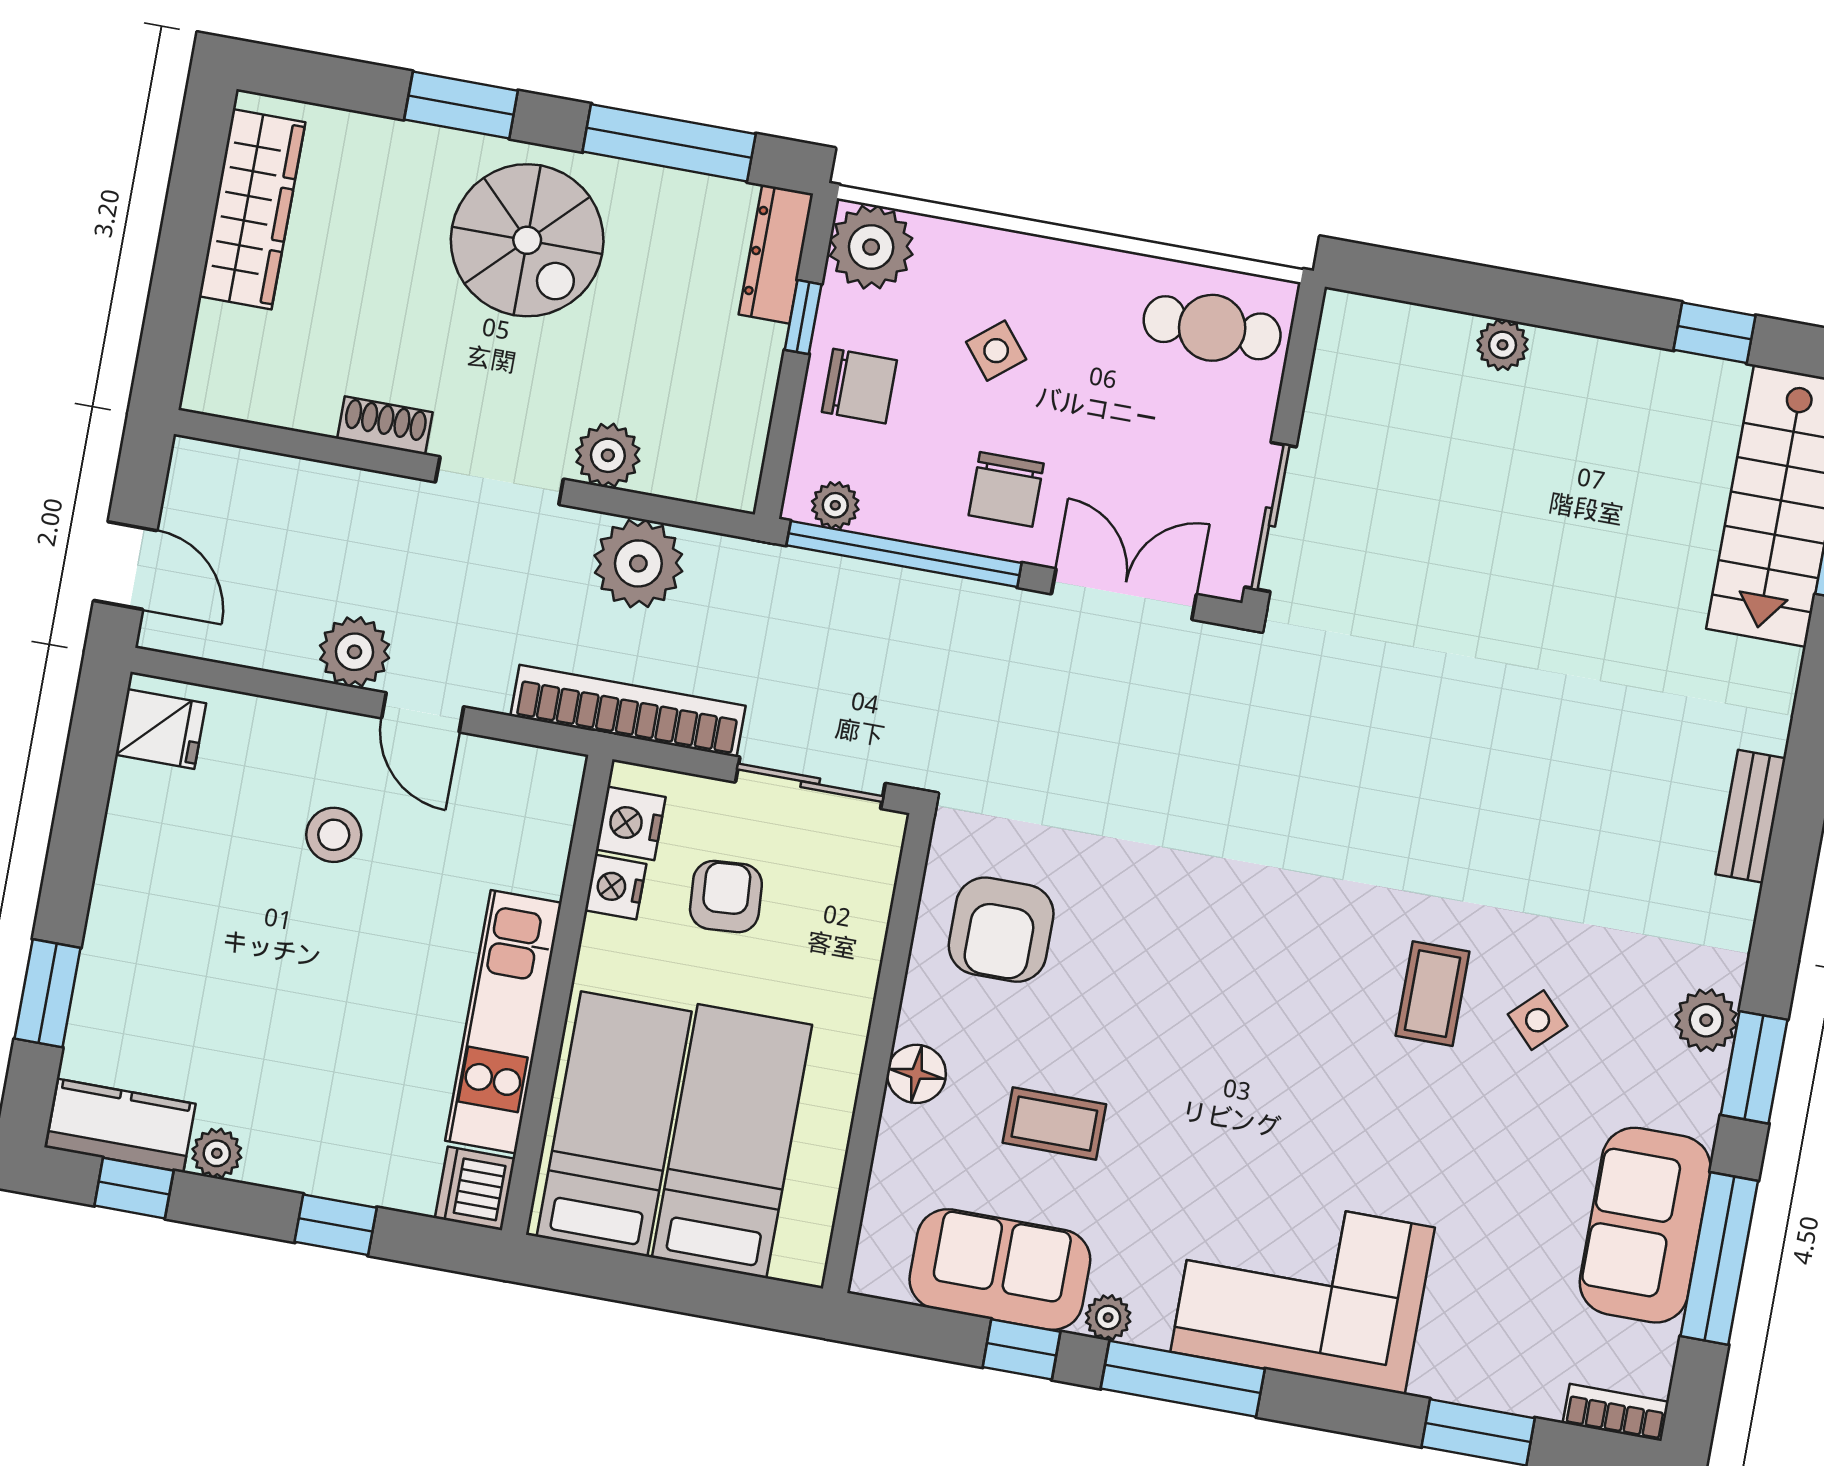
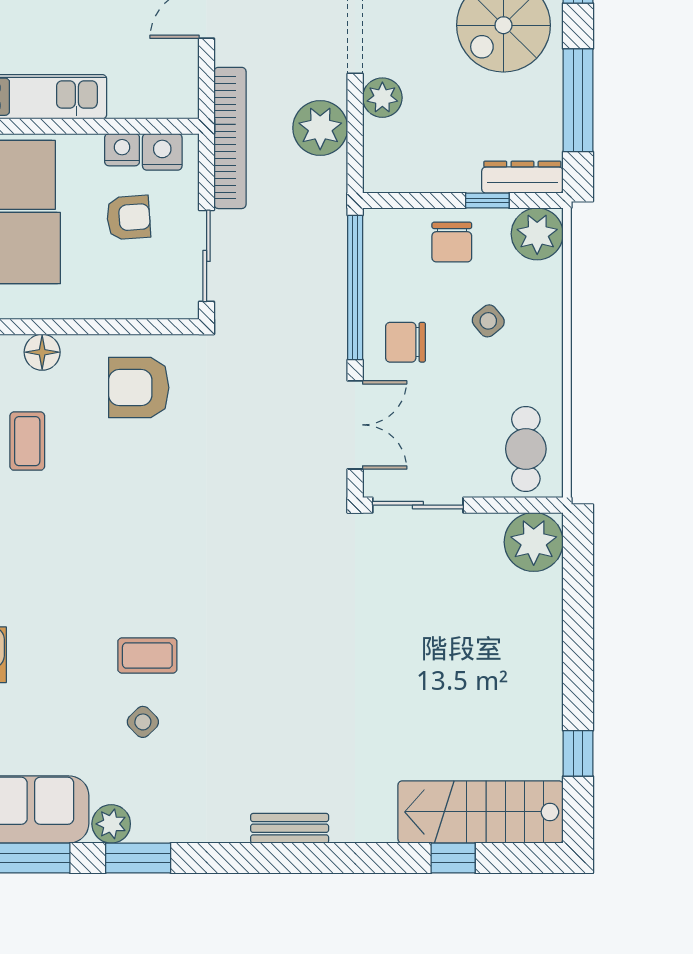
plant: (1503, 345) -> (534, 542), moved, width x1.87, depth x1.87
plant: (835, 505) -> (377, 241), removed
plant: (1706, 1020) -> (111, 824), moved

